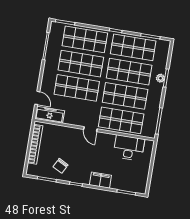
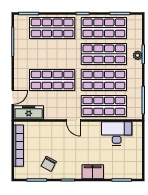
shop shelf: (81, 64) -> (52, 54), removed
door: (37, 98) -> (13, 97), hinge flipped

